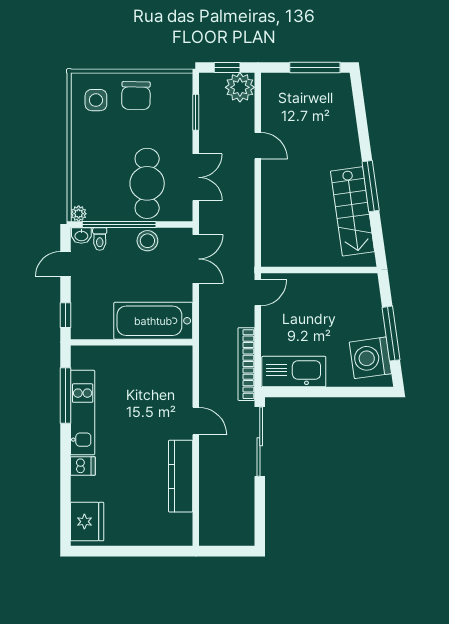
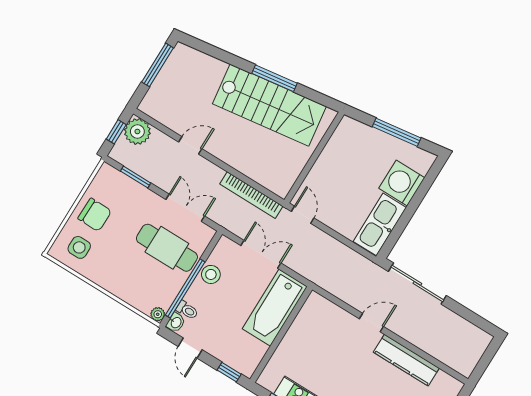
stairs: (353, 211) -> (269, 105), width x1.36, depth x1.51
double door: (196, 259) -> (261, 254), moved
washing machine: (370, 358) -> (402, 183), moved, turned 98
bookcase: (246, 364) -> (251, 195), moved

